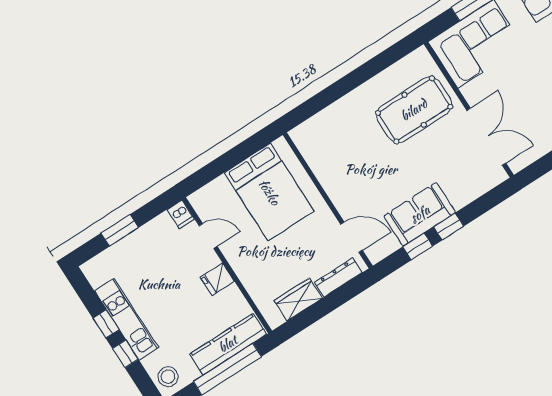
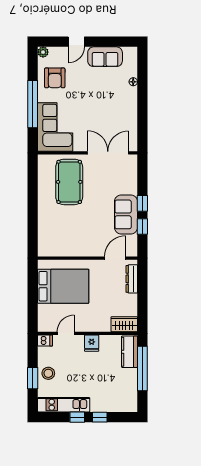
wardrobe: (298, 299) -> (124, 324), moved, turned 90
kitchen unit: (127, 319) -> (64, 405), moved
kitchen counter: (228, 344) -> (130, 352), width x0.67
stool: (168, 377) -> (48, 373), moved

